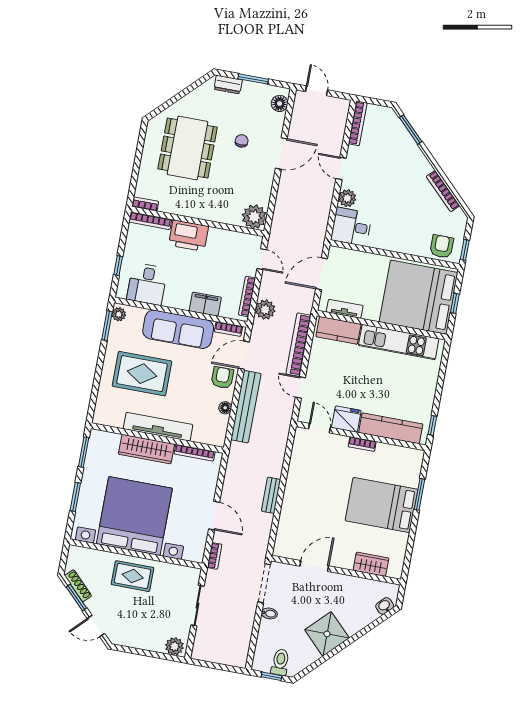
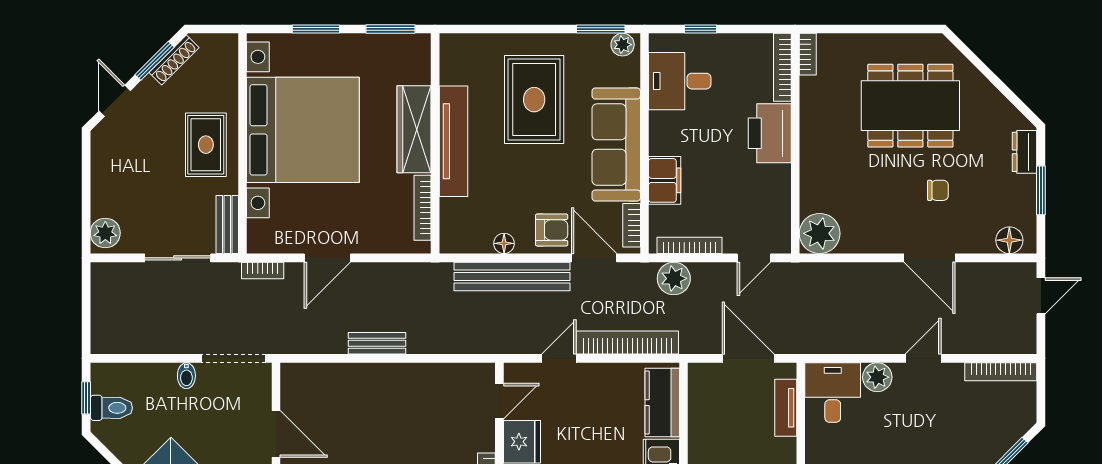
tv unit: (345, 309) -> (786, 408), moved, turned 180
bench: (183, 572) -> (227, 225), added

